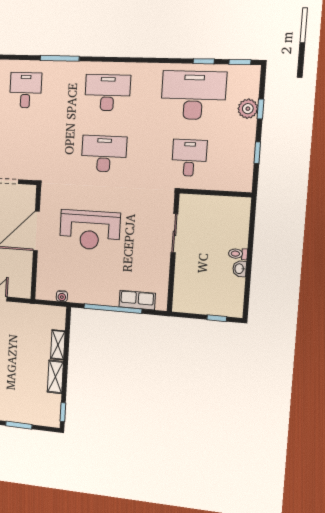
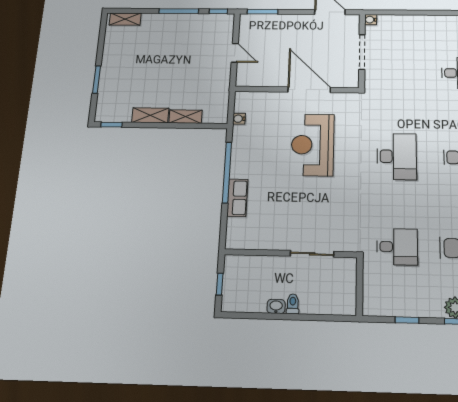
sliding door: (174, 233) -> (312, 254), moved
wall: (173, 253) -> (291, 253), moved

